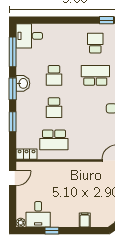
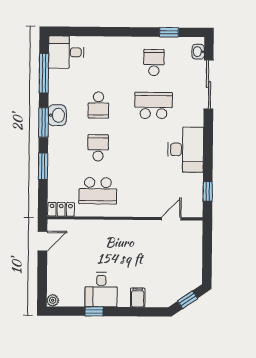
school desk: (54, 108) -> (98, 148), turned 180
desk: (38, 214) -> (101, 290), moved

